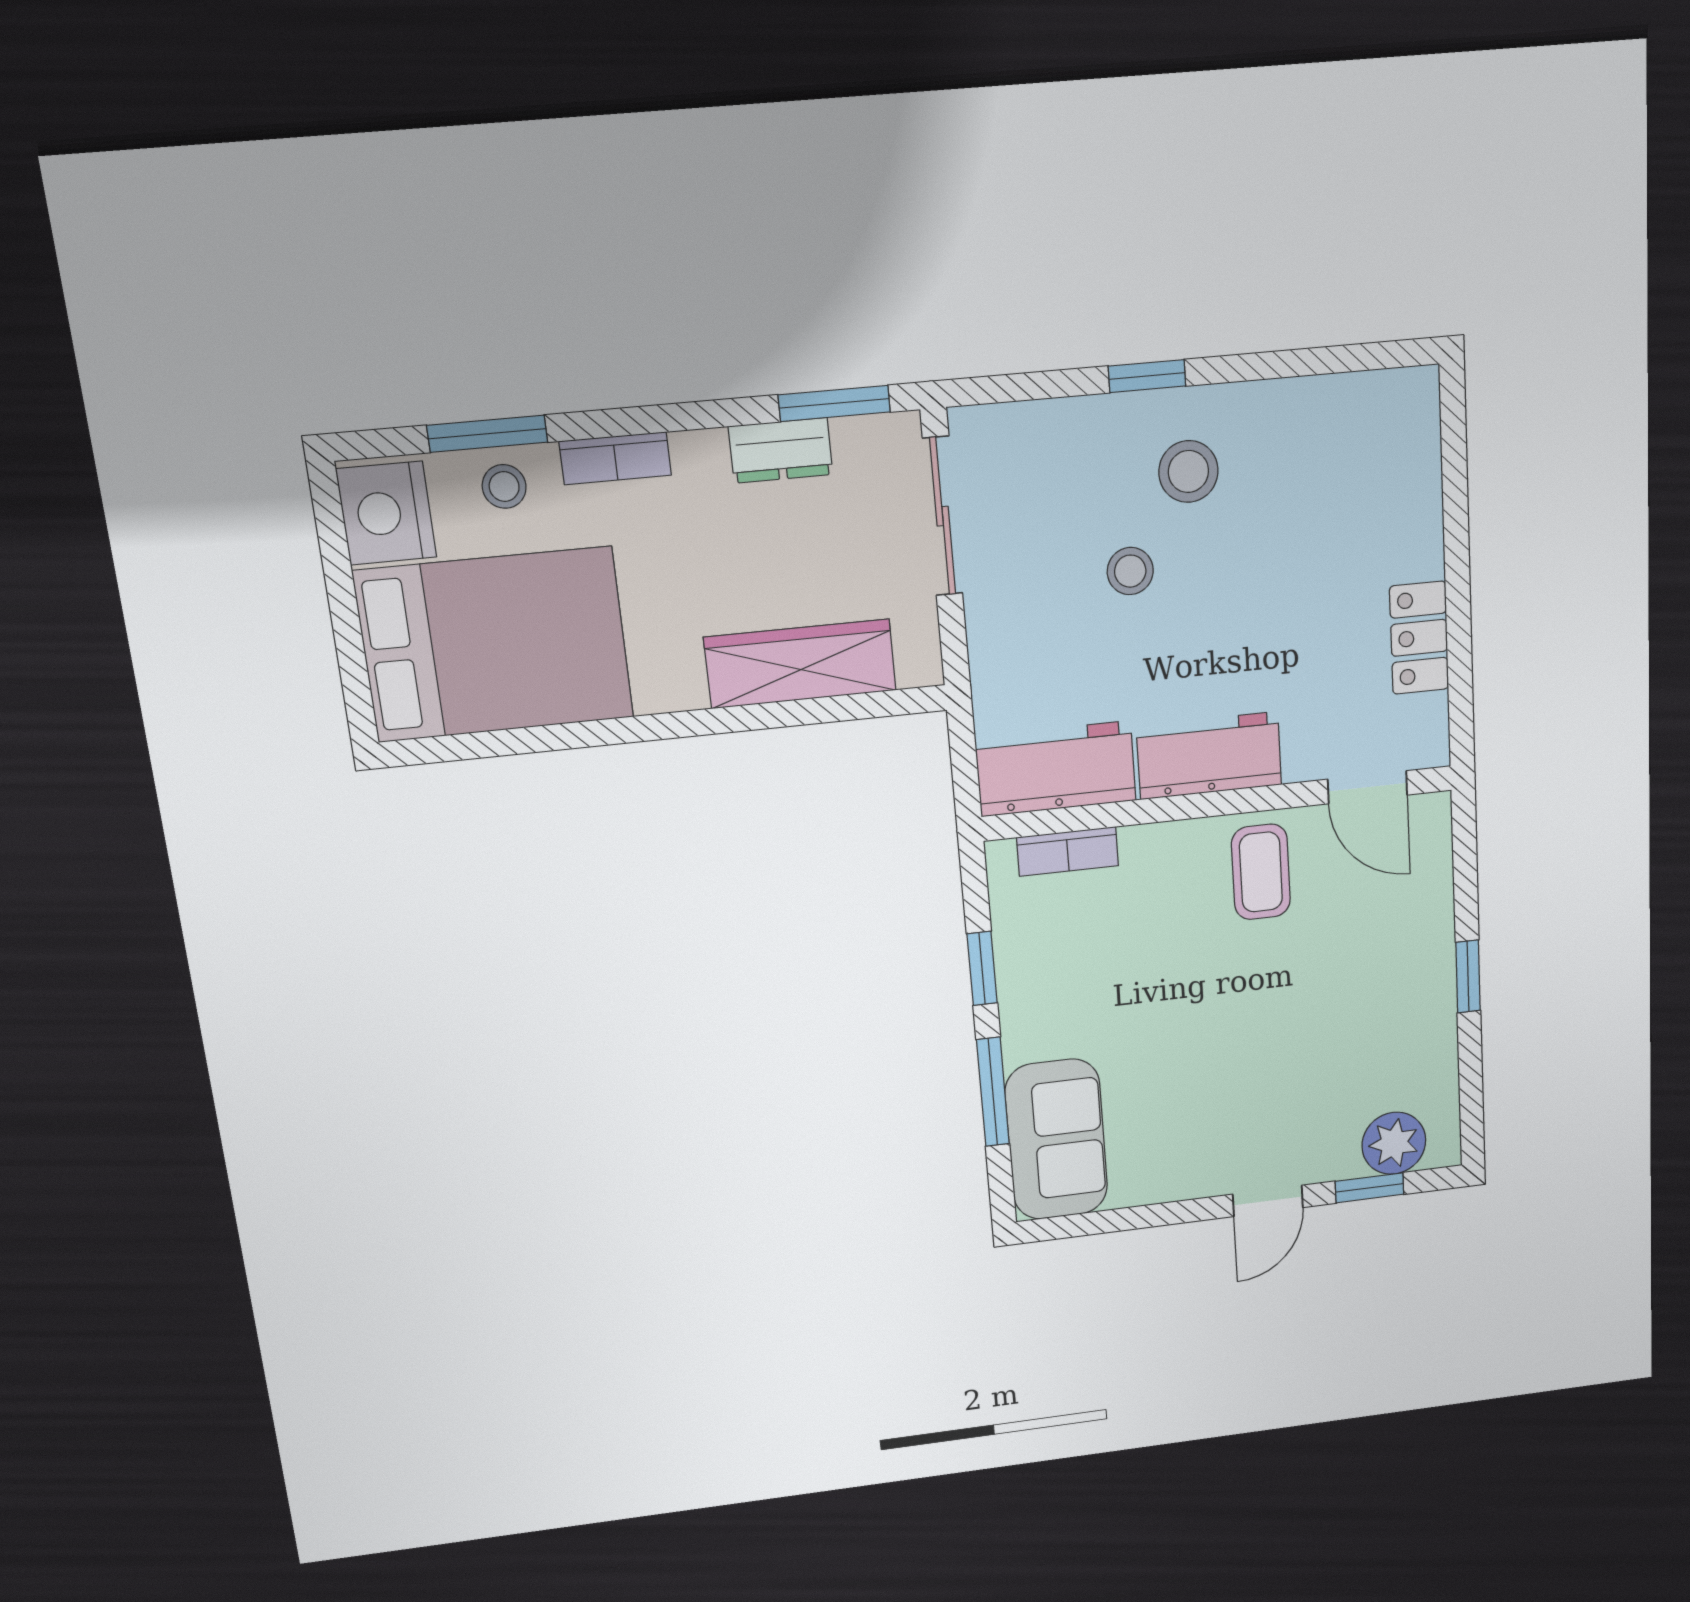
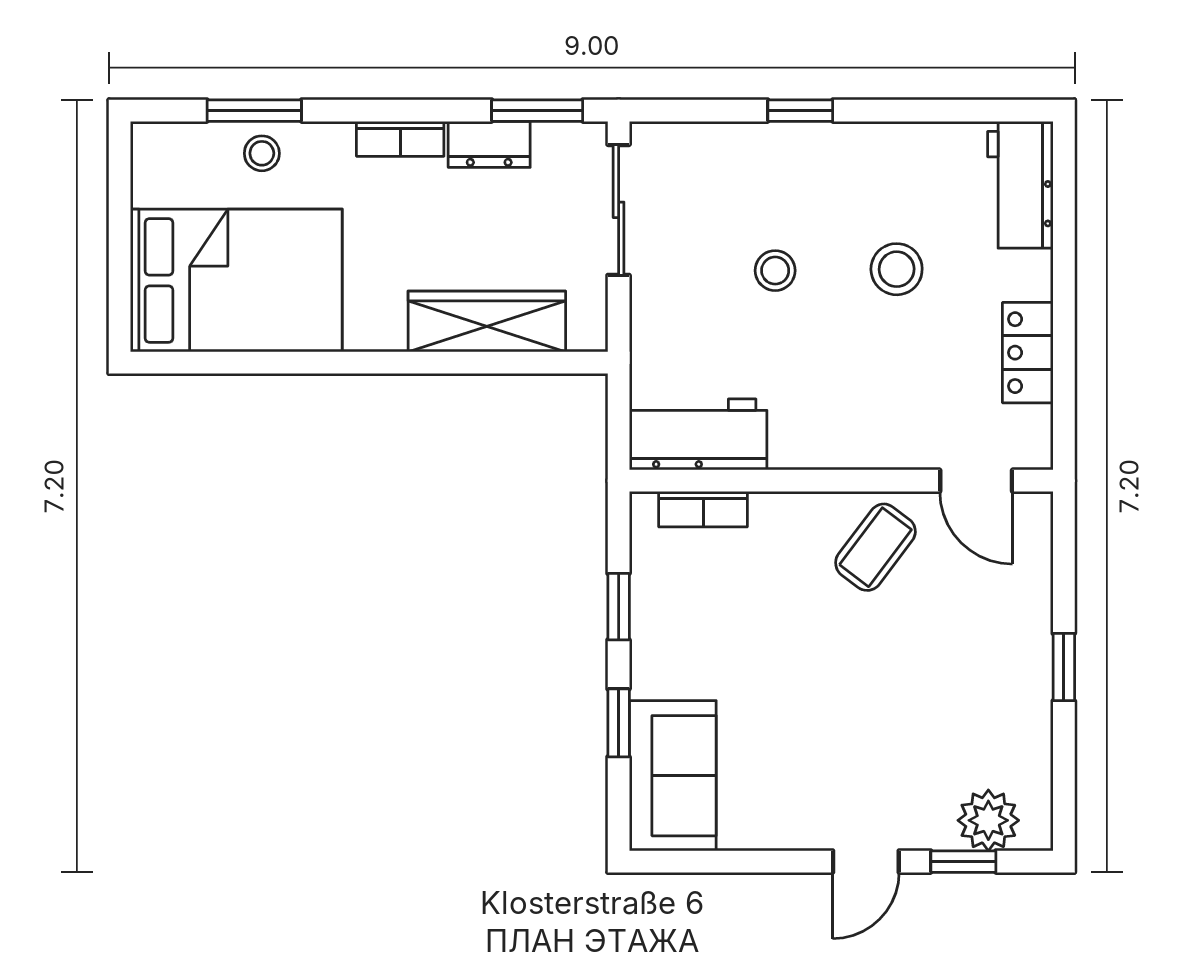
bookcase: (615, 458) -> (400, 139), moved
stool: (1188, 471) -> (897, 269), moved
nightstand: (386, 513) -> (165, 166), removed
workbench: (1209, 756) -> (1020, 185), moved, turned -90
coffee table: (1261, 872) -> (875, 547), turned 37
window: (993, 1092) -> (619, 723), width x0.67

